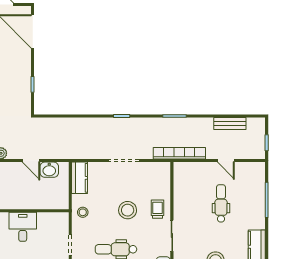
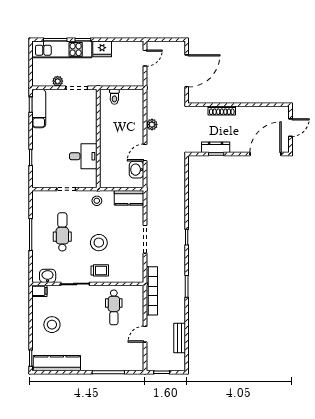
dresser: (25, 85) -> (216, 147), added
dental chair: (221, 203) -> (114, 307), moved, turned 90
desk: (23, 227) -> (83, 156), moved

